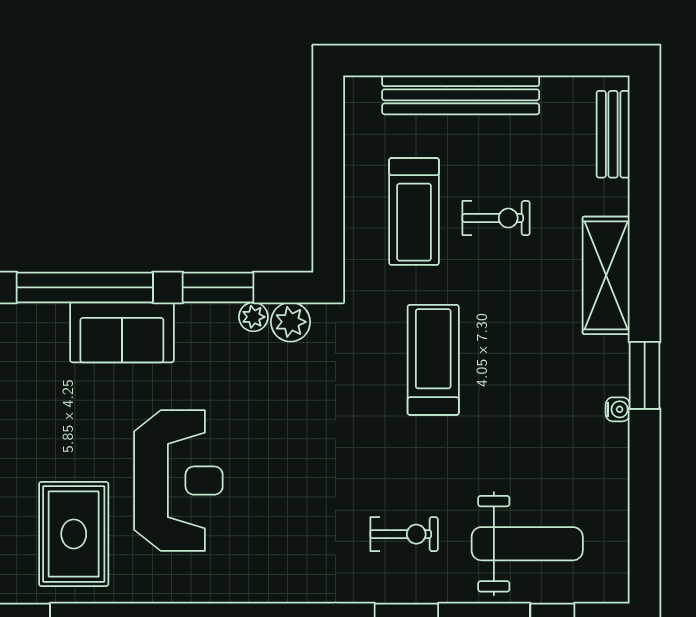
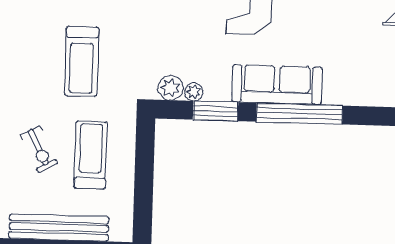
exercise bike: (496, 218) -> (39, 149), turned -117
sofa: (122, 332) -> (277, 85), width x1.36

